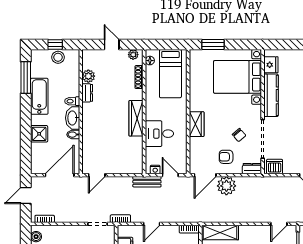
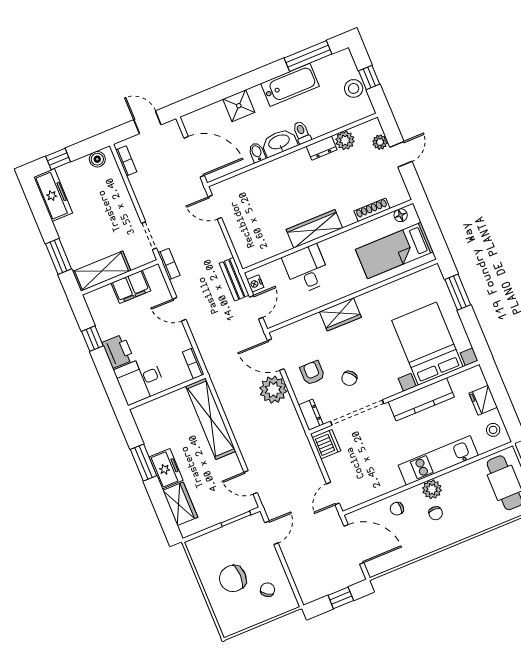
plant: (133, 55) -> (380, 142), moved
fridge: (271, 65) -> (483, 400), moved, turned 90
shelving: (220, 233) -> (211, 419), width x1.47

